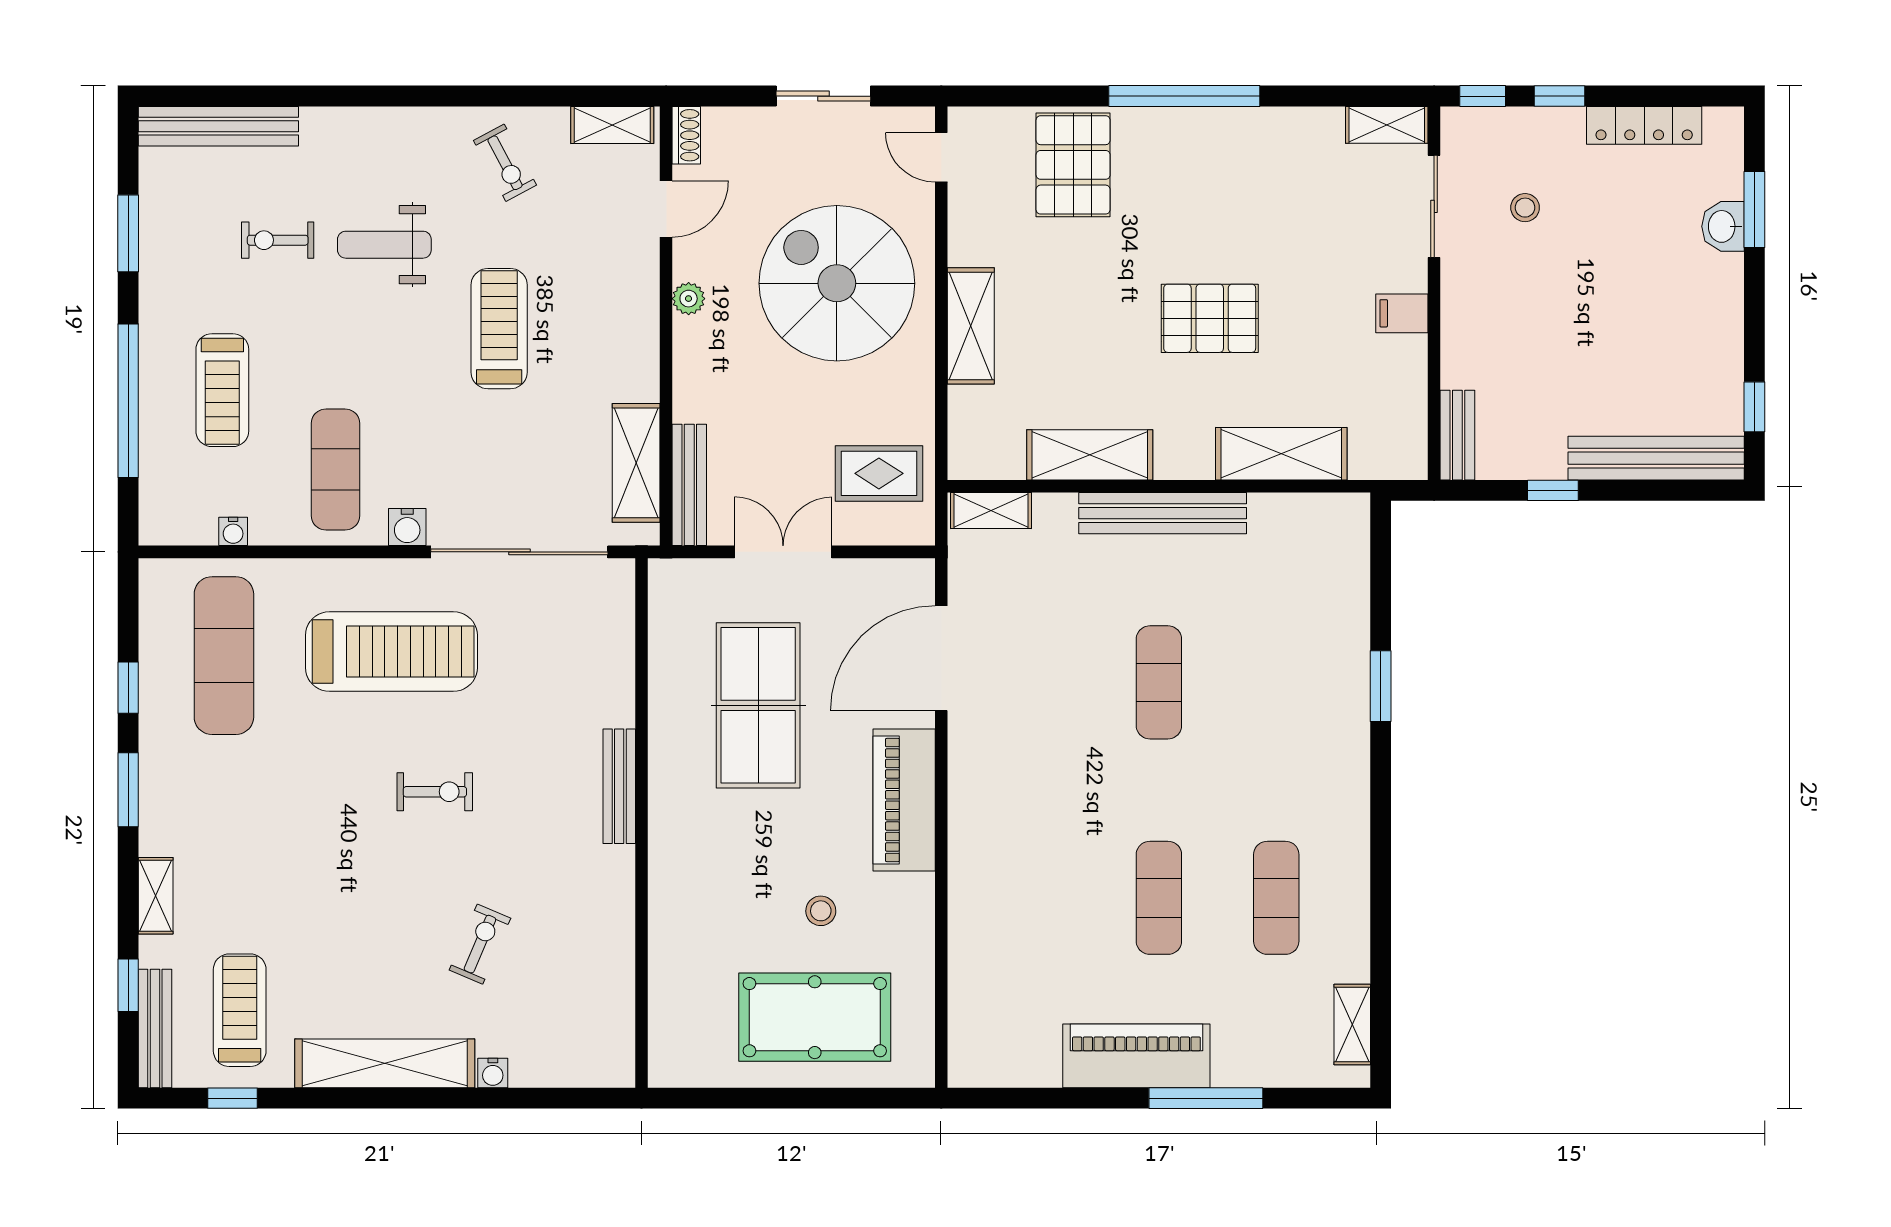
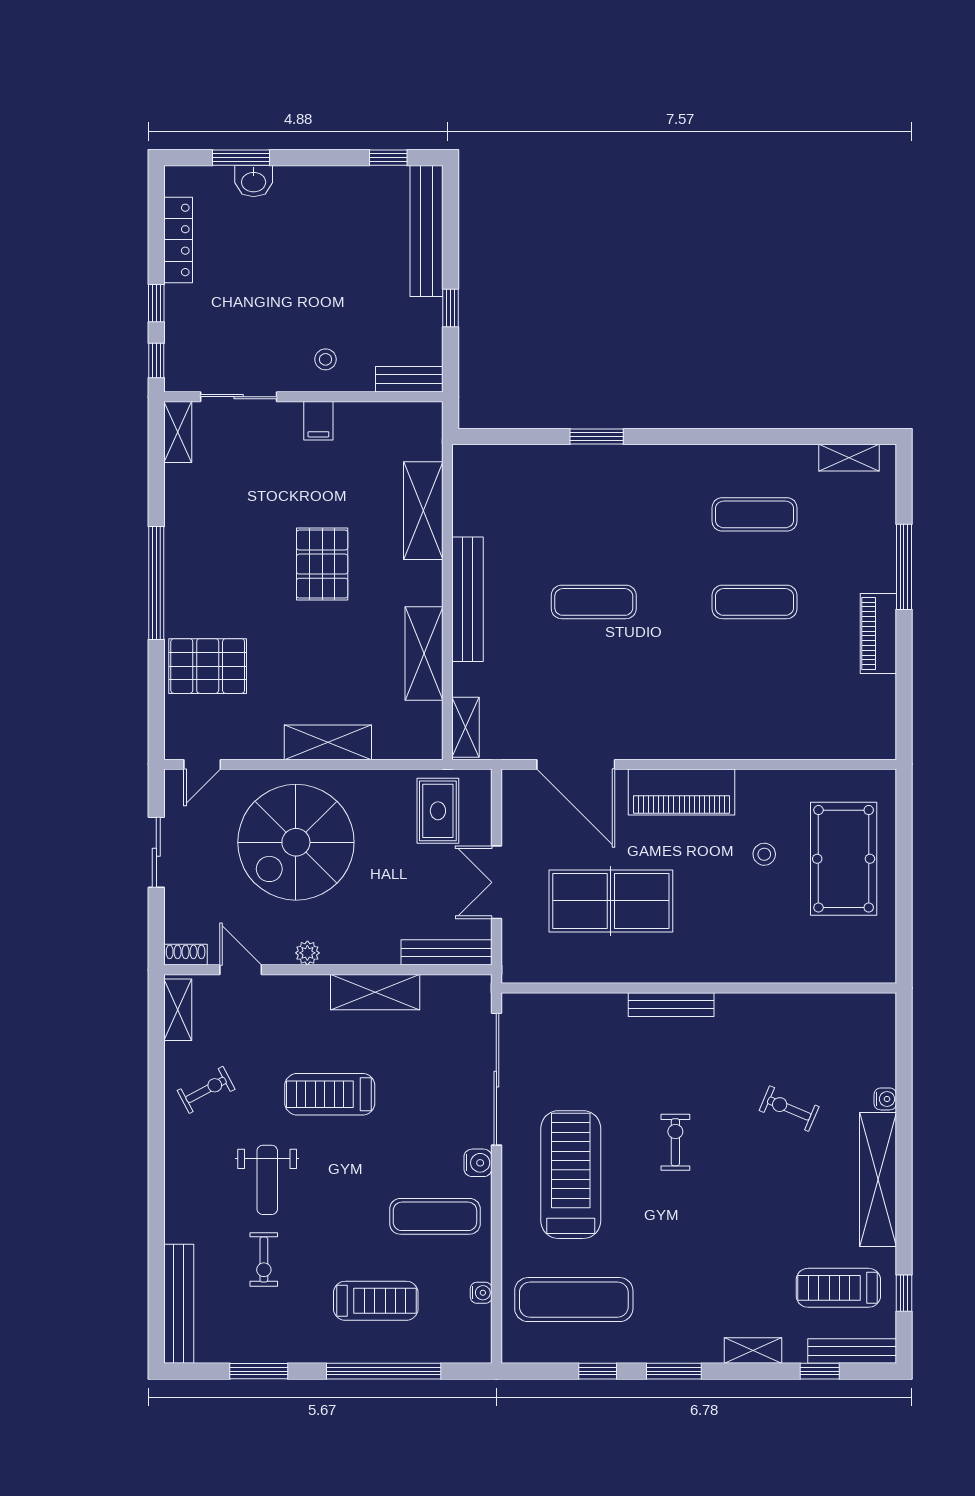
stool: (1525, 208) -> (326, 359), moved
shelving: (636, 463) -> (375, 992), moved
piano: (1136, 1056) -> (878, 633), width x0.73, depth x0.75

